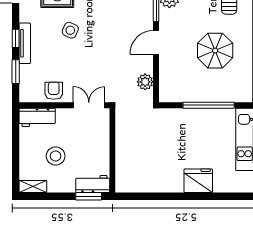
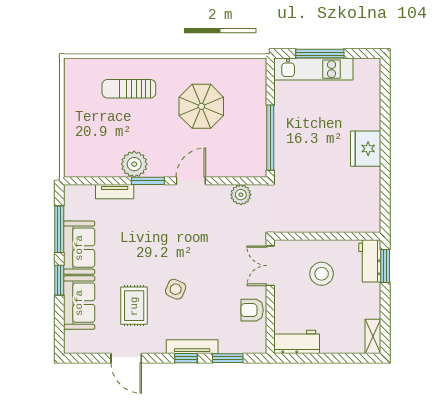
door: (156, 42) -> (191, 181), swing flipped
window: (209, 105) -> (270, 138), moved
workbench: (37, 117) -> (297, 342), moved, turned -90
stool: (56, 156) -> (322, 274), moved
fridge: (198, 181) -> (366, 149), moved

